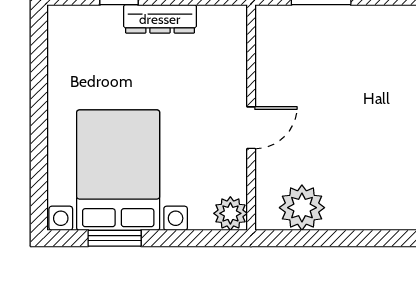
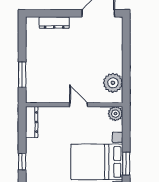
dresser: (160, 19) -> (32, 122), moved

